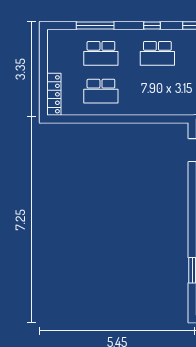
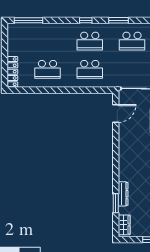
window: (95, 25) -> (28, 20), moved
school desk: (101, 53) -> (90, 69), moved

